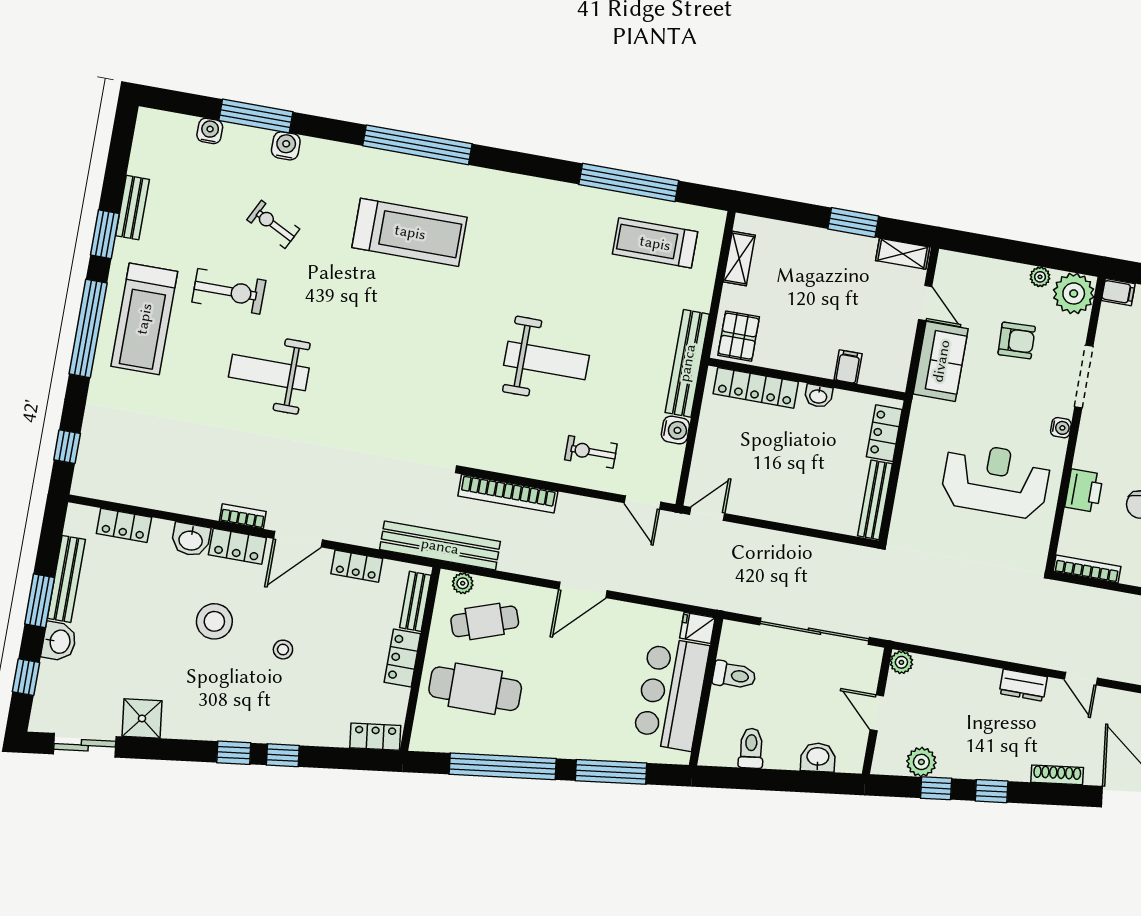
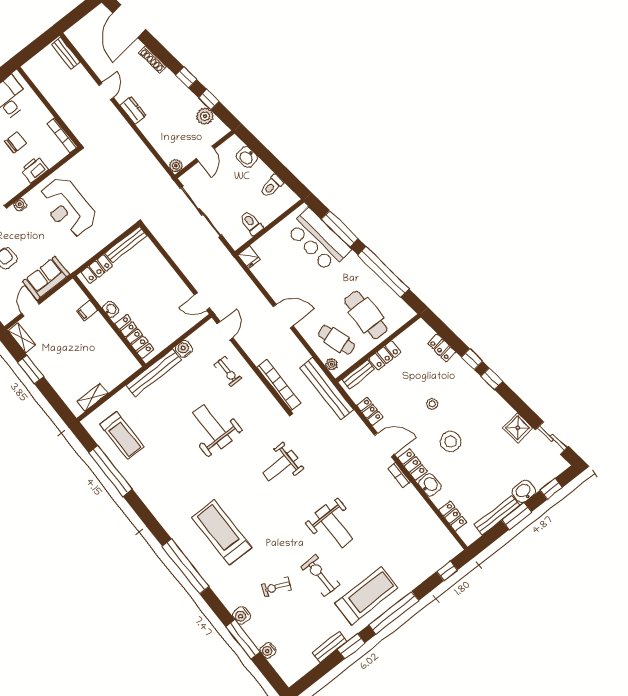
exercise bike: (273, 224) -> (276, 587), turned 85
pallet: (739, 336) -> (122, 365), removed
weight bench: (411, 389) -> (280, 466), added
bar counter: (671, 694) -> (318, 240), moved, turned 83
locker: (375, 737) -> (442, 348), moved

